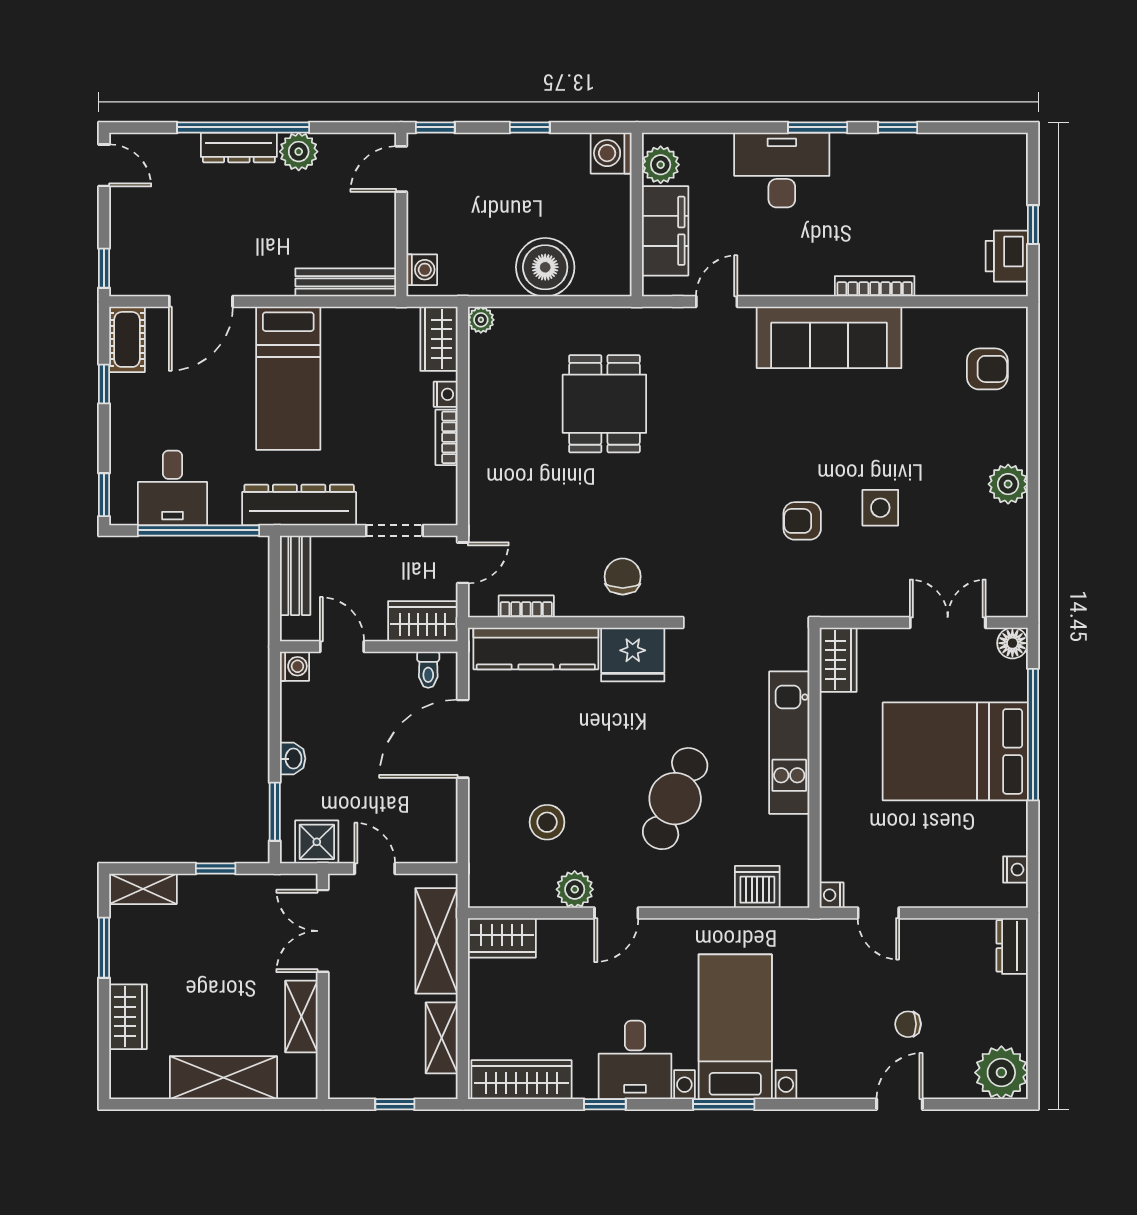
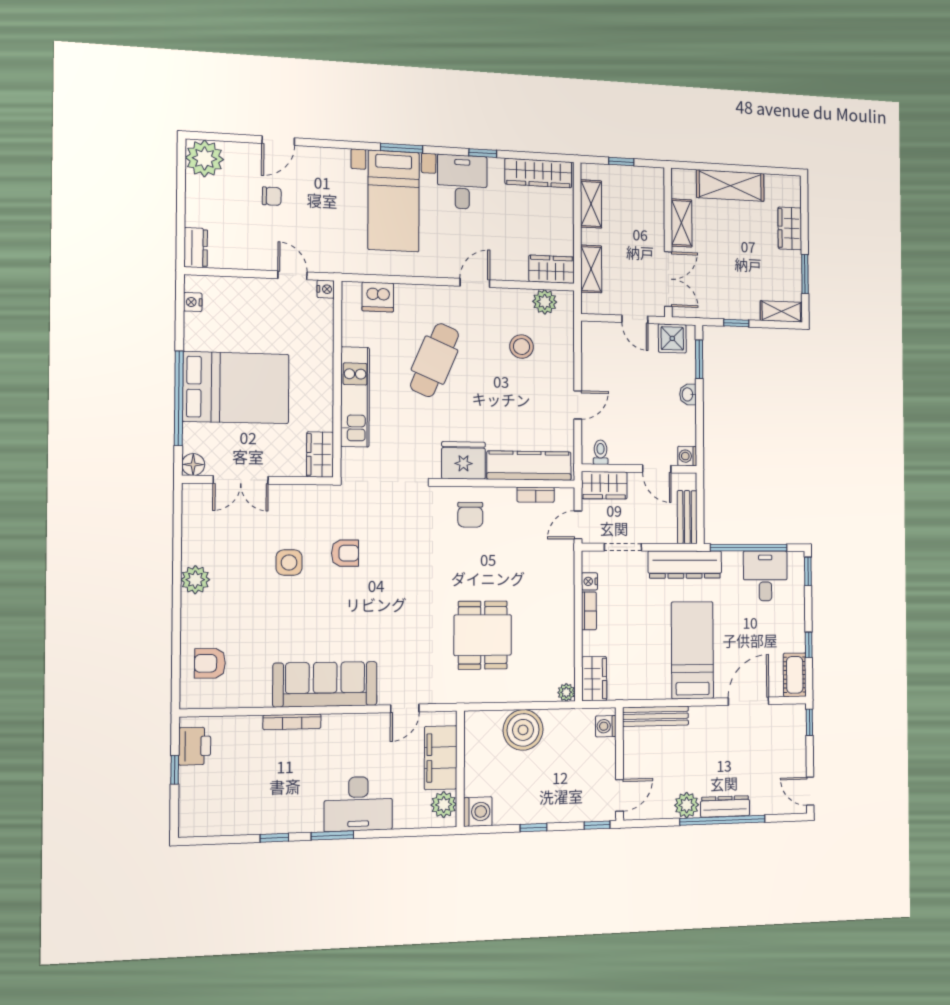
nightstand: (446, 394) -> (589, 581), moved
door: (463, 739) -> (578, 405), width x0.53
plant: (575, 889) -> (545, 302), moved
shelving: (436, 941) -> (591, 269), width x0.67, depth x0.75

